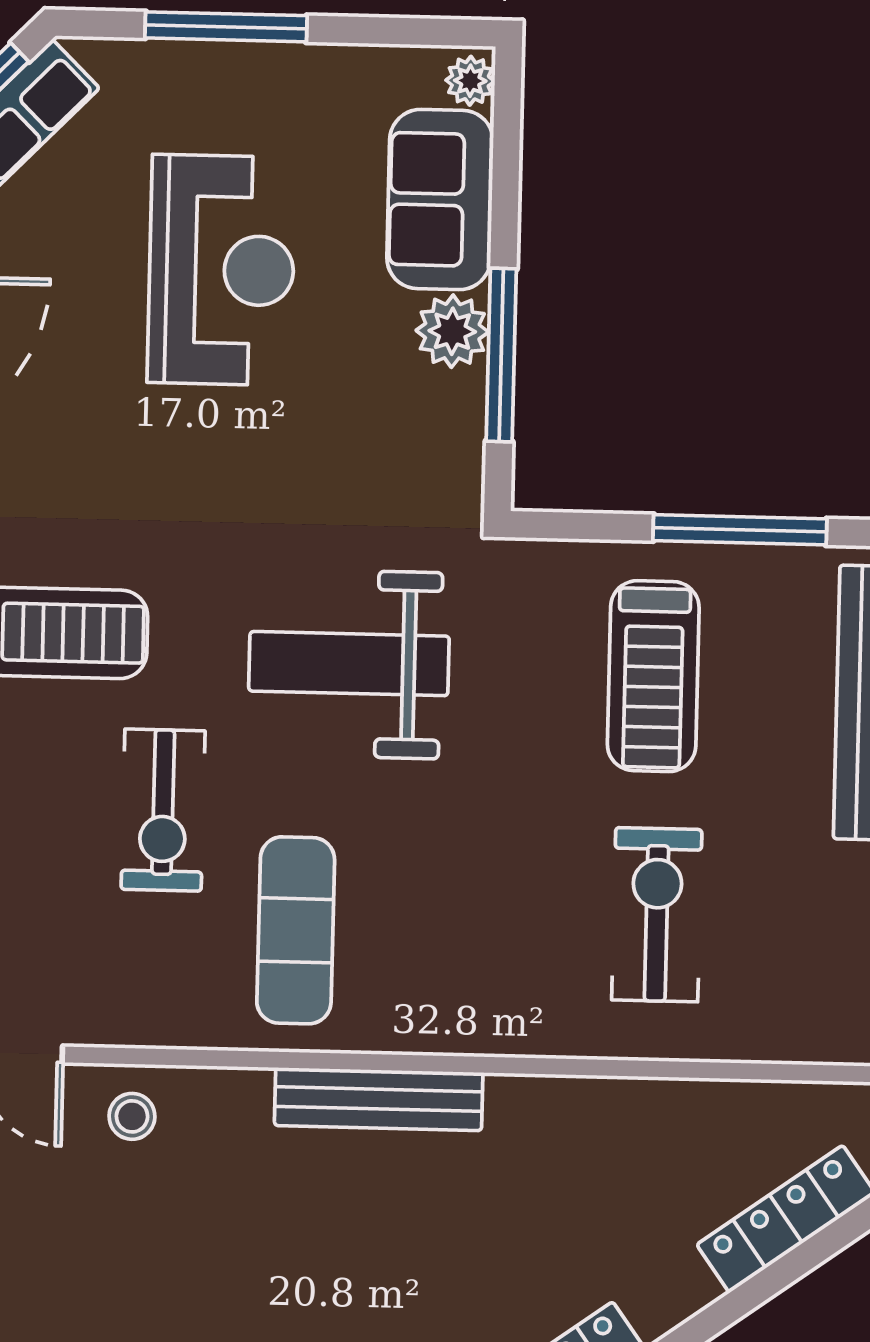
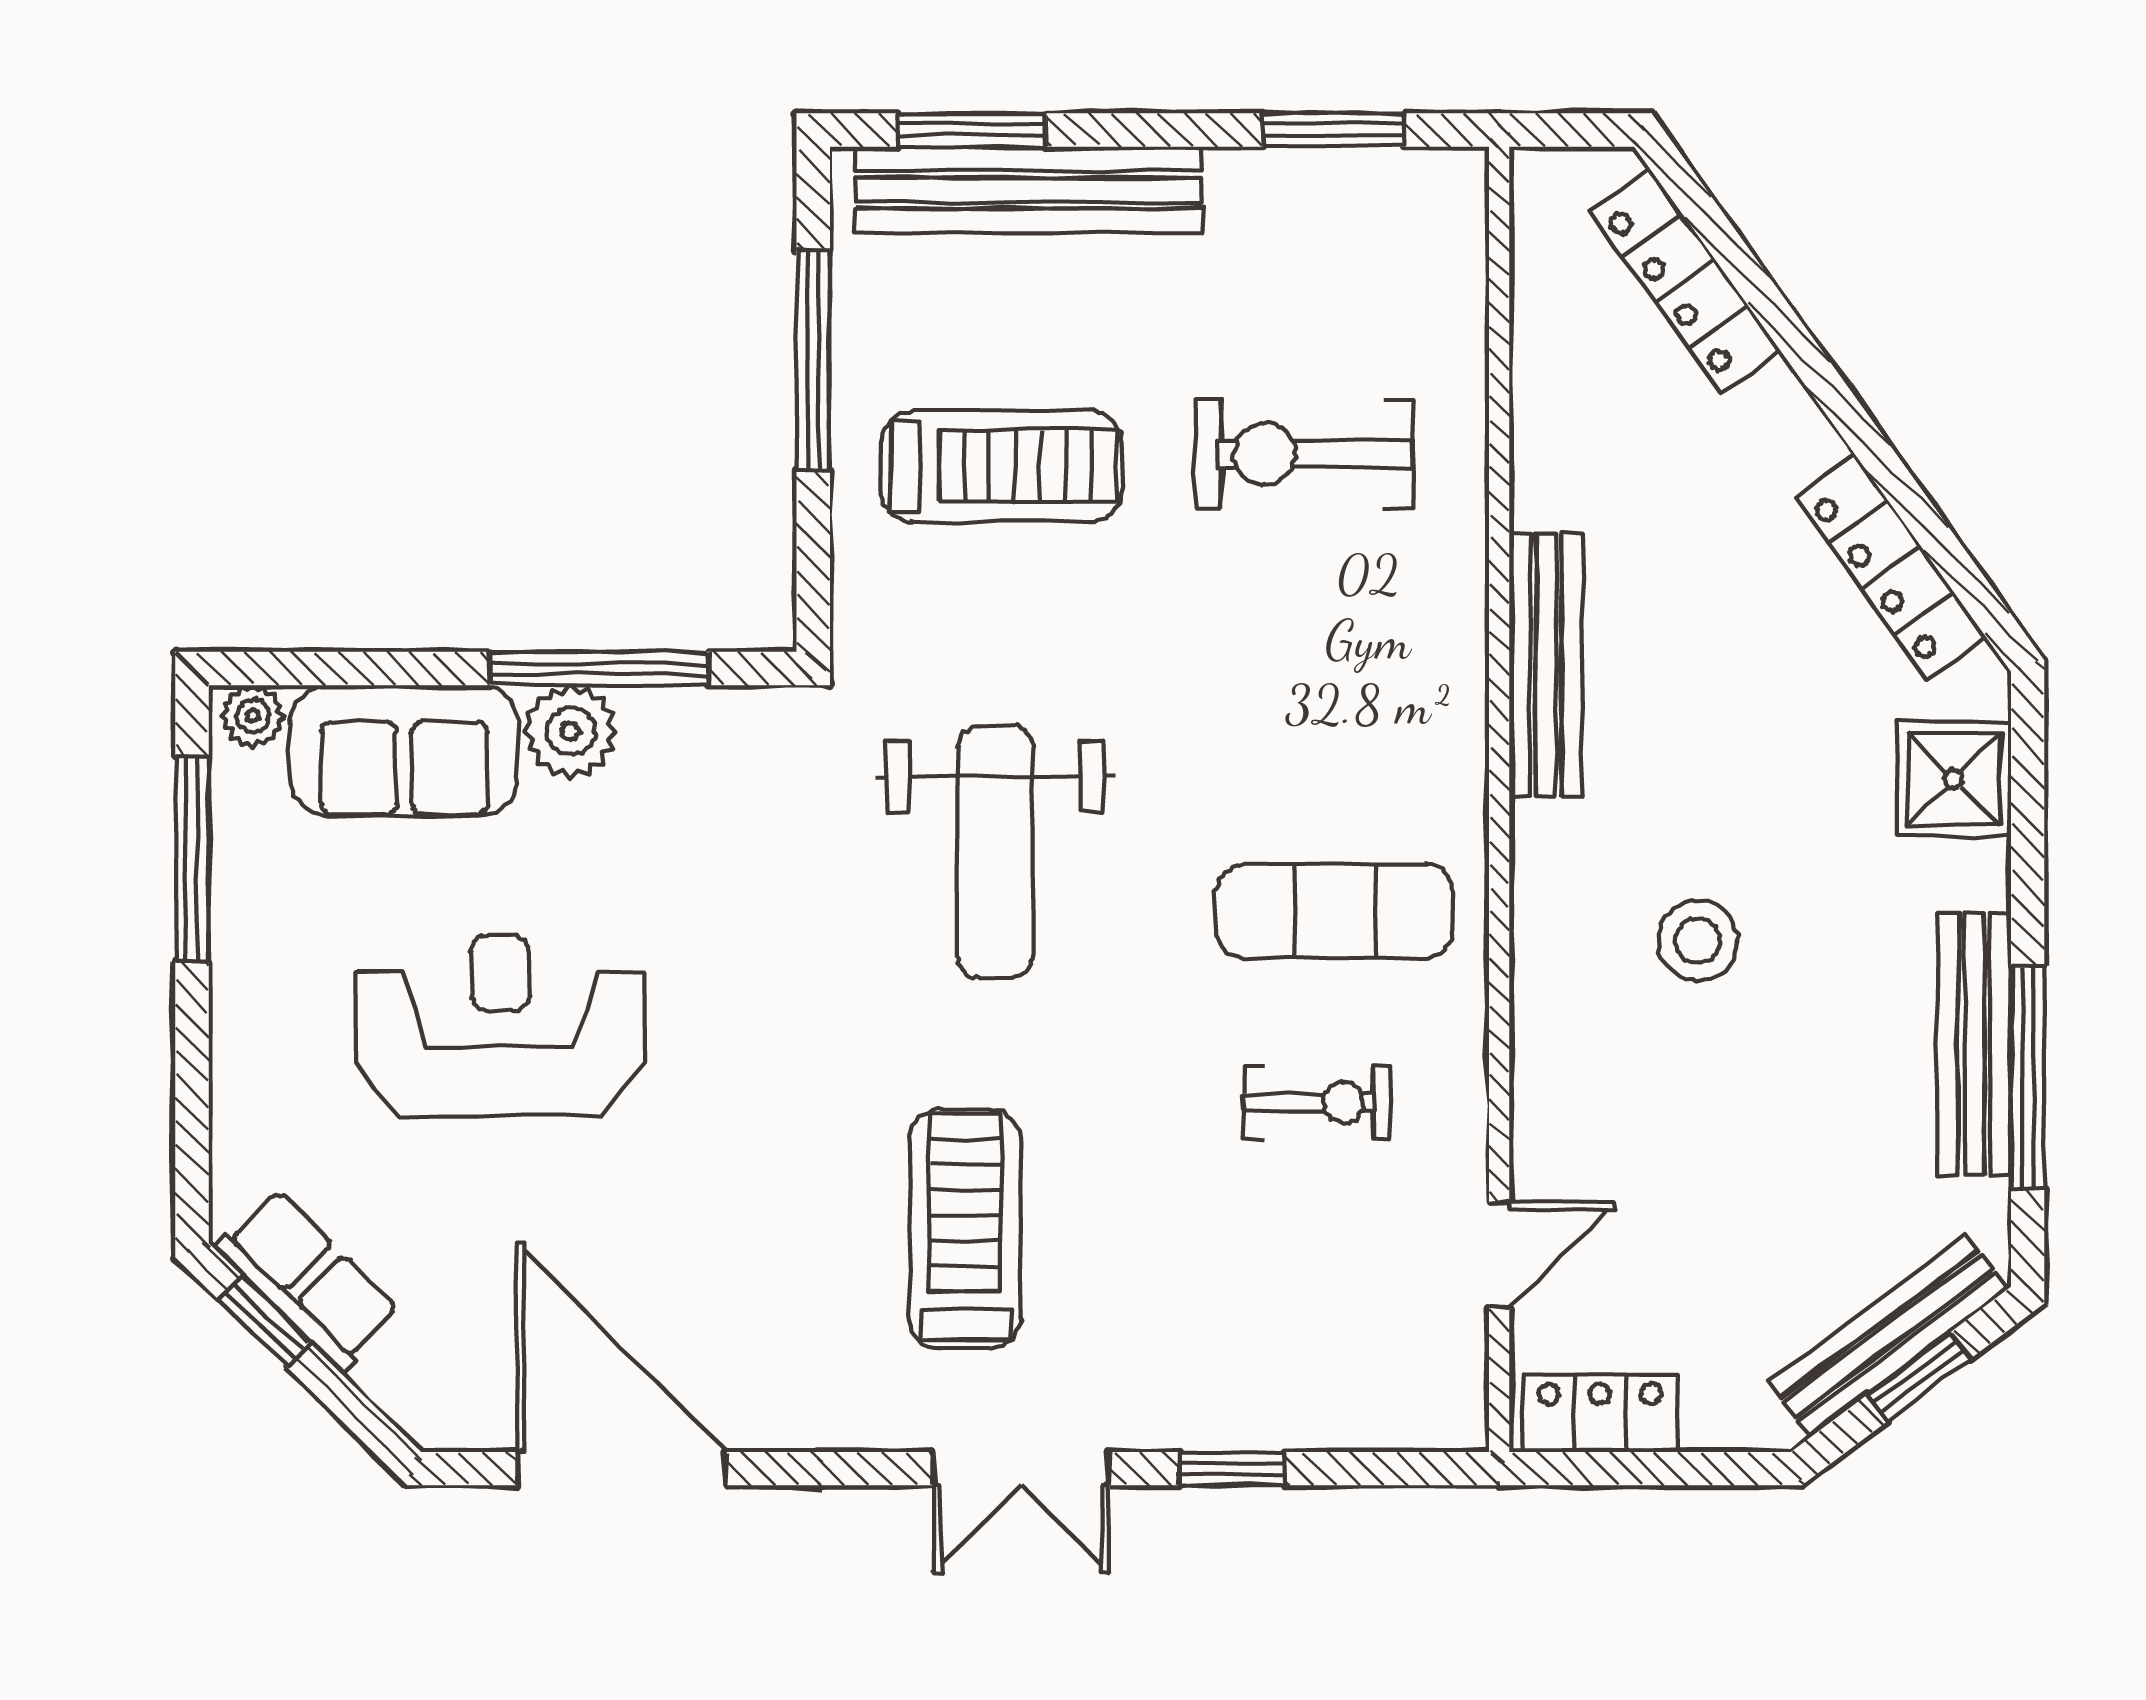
window: (226, 27) -> (192, 859), moved
exercise bike: (163, 810) -> (1317, 1103), moved, width x0.73, depth x0.72
bench: (379, 1099) -> (1546, 665), moved
stool: (132, 1116) -> (1698, 941), moved, width x1.37, depth x1.37

